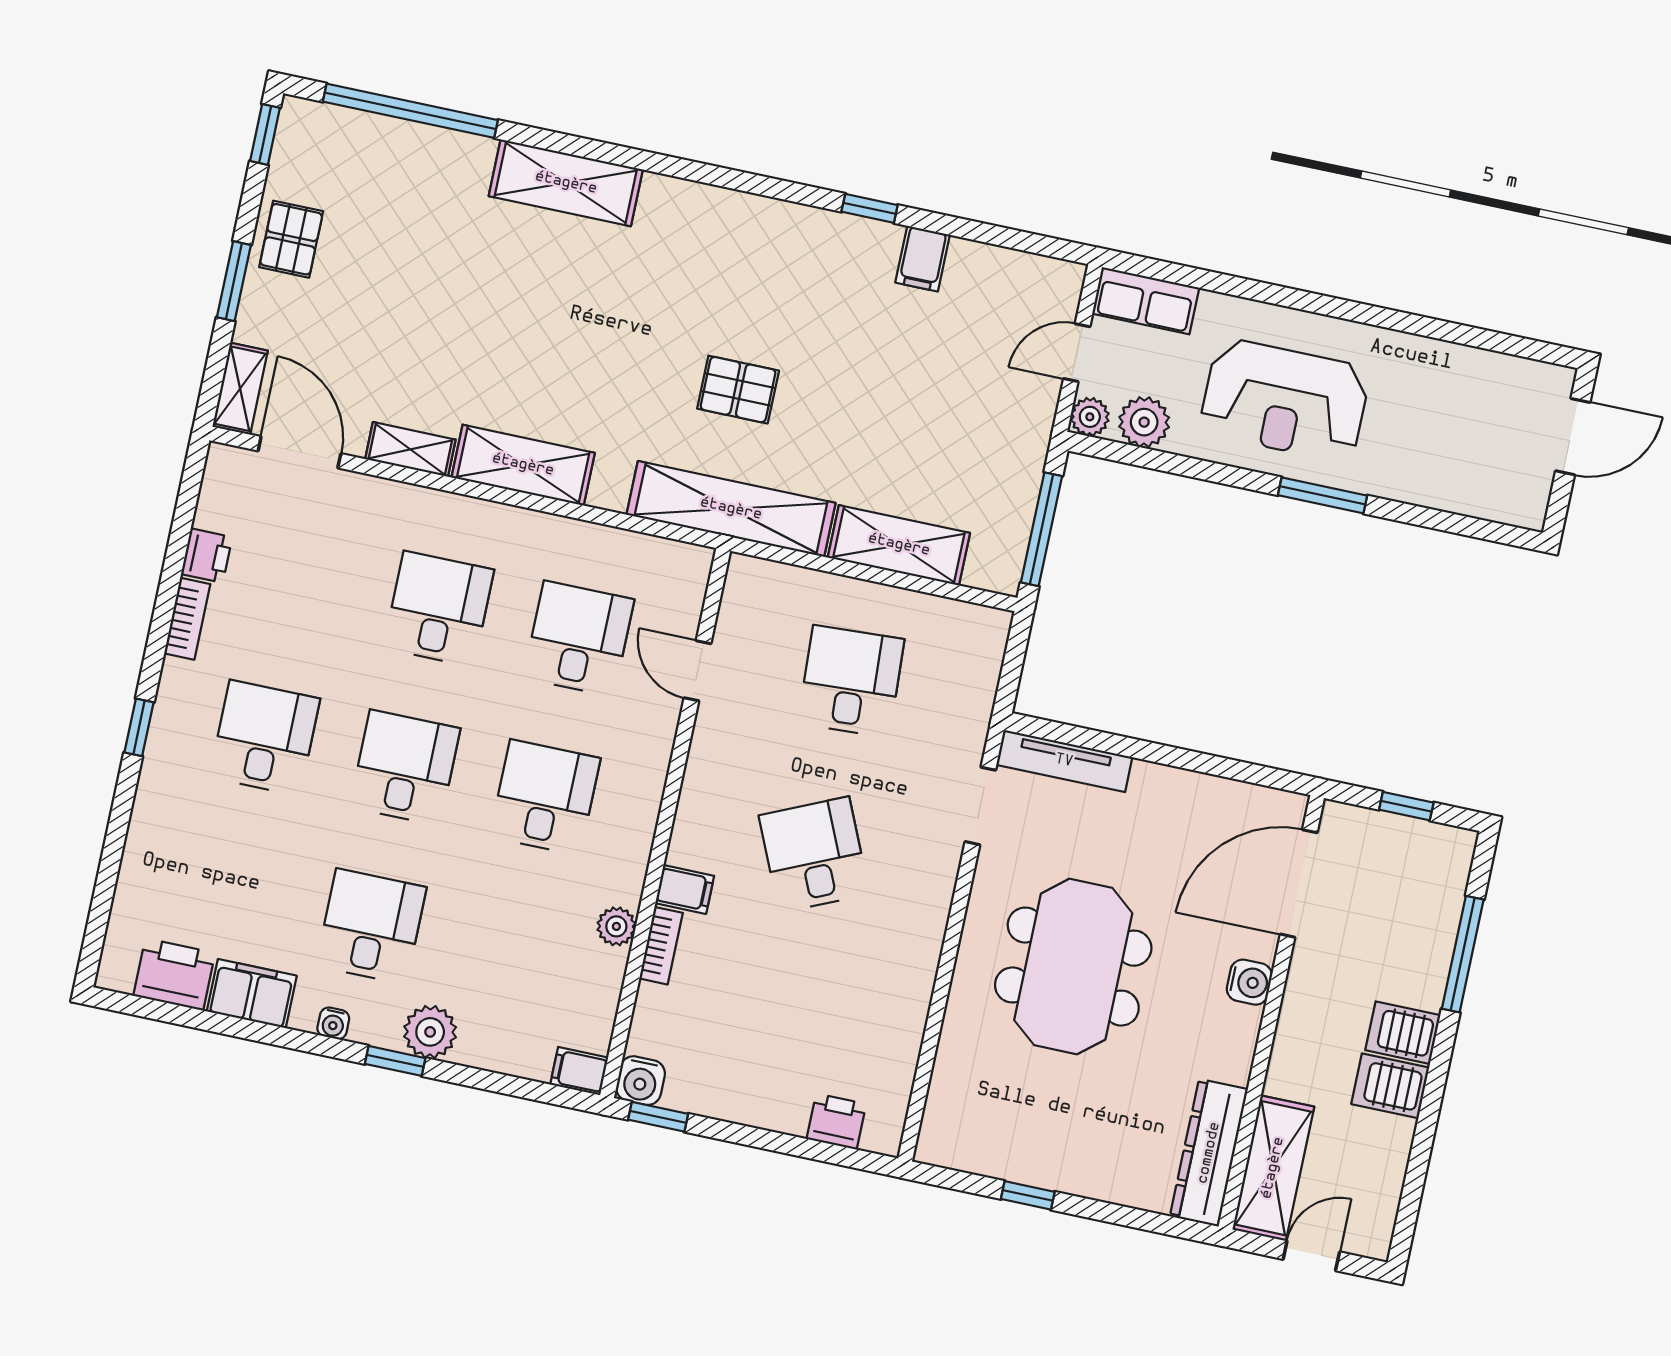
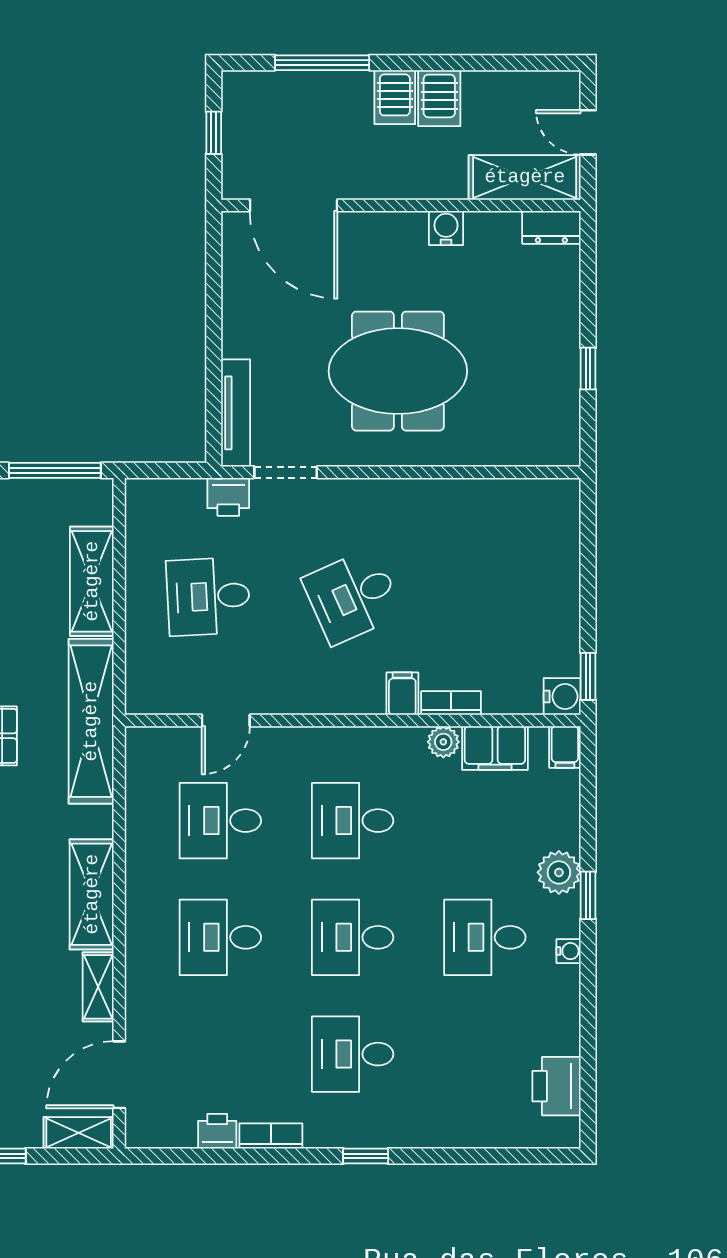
water cooler: (1249, 982) -> (446, 228), moved
filing cabinet: (252, 994) -> (495, 748), moved, turned -90
printer: (836, 1122) -> (228, 497), moved, turned -90
dresser: (1209, 1153) -> (551, 227), width x0.51, depth x0.80

